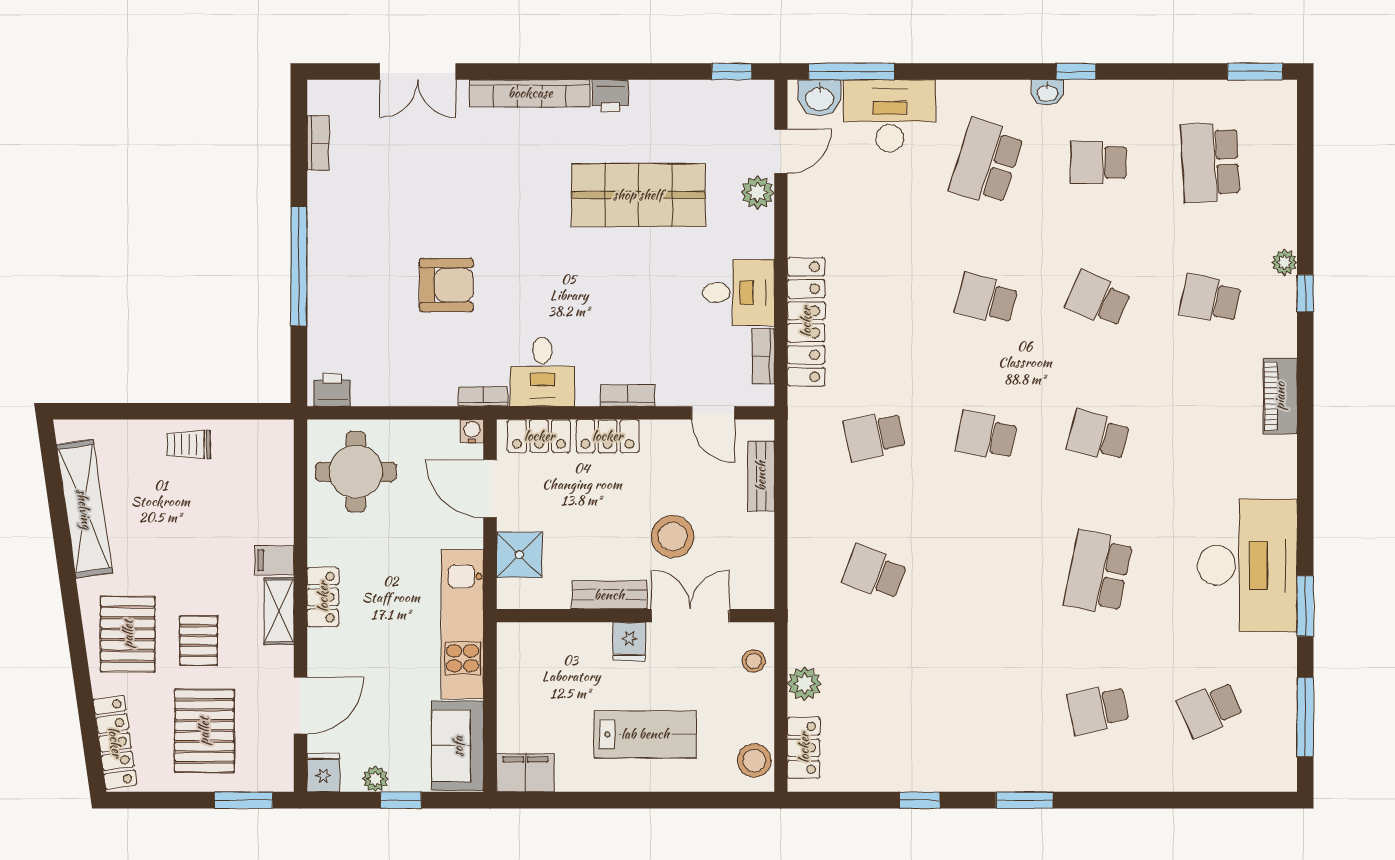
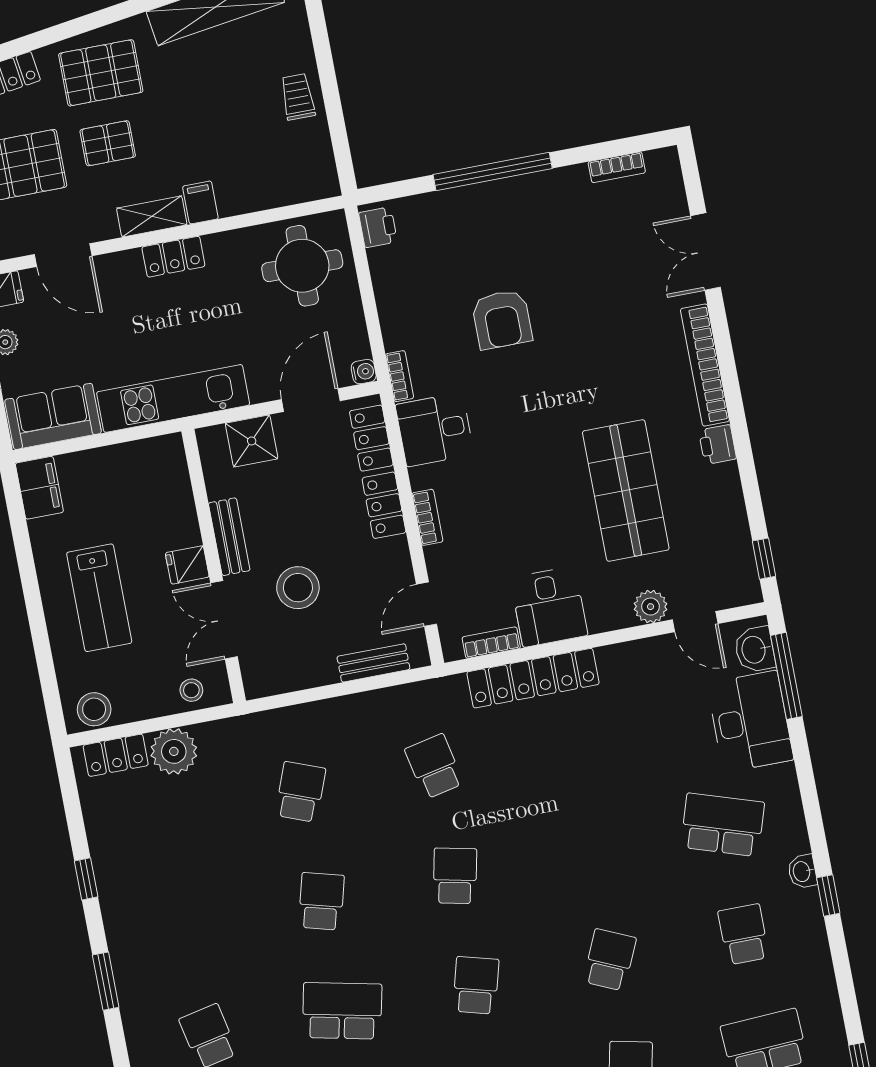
school desk: (986, 299) -> (321, 901), moved
double door: (690, 616) -> (224, 620), swing flipped
plant: (804, 684) -> (174, 751), width x1.36, depth x1.36

